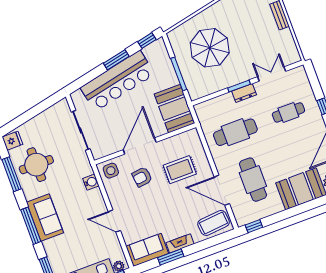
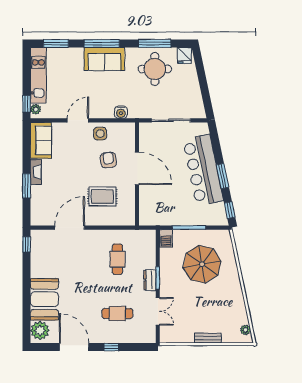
barbecue: (198, 92) -> (166, 238), added
booth: (174, 109) -> (159, 212), removed
cafe table: (288, 112) -> (117, 314), turned 90
cafe table: (235, 132) -> (117, 259), width x0.73, depth x0.74
rug: (180, 170) -> (102, 196), turned 90
side table: (111, 171) -> (100, 134), moved
cafe table: (253, 180) -> (69, 259), removed
coffee table: (214, 223) -> (43, 209), removed
window: (171, 257) -> (27, 186), moved

